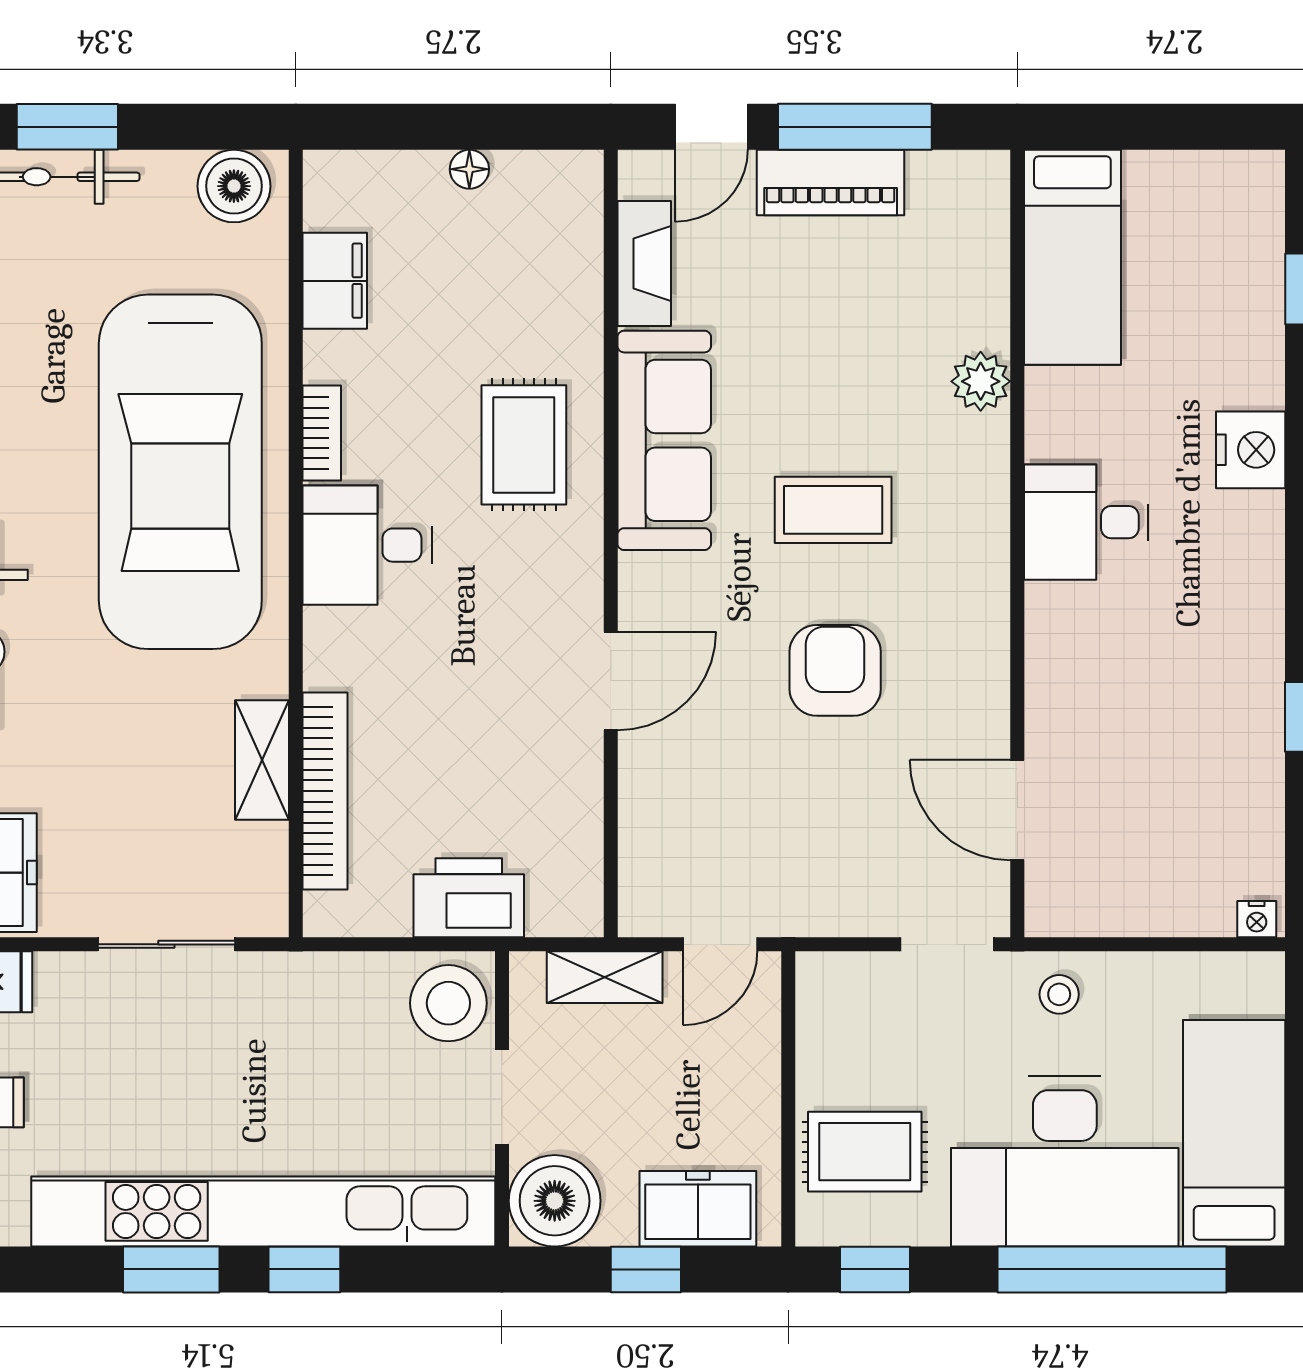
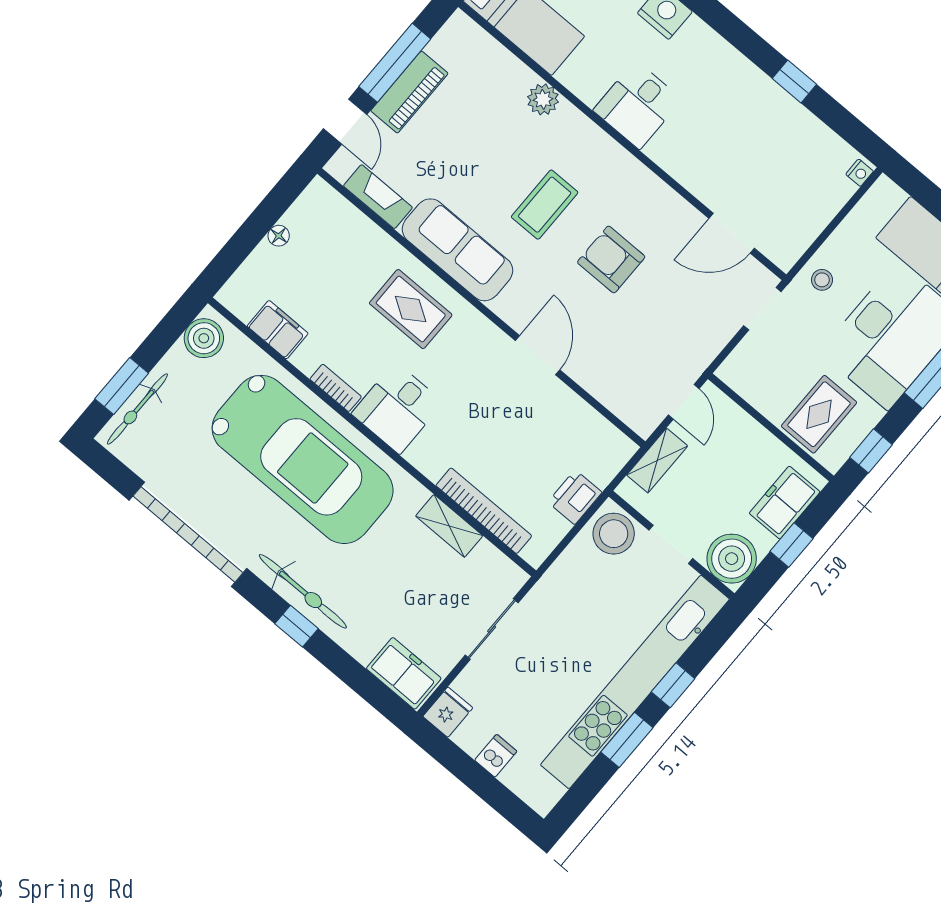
printer: (469, 898) -> (575, 497), width x0.73, depth x0.84

